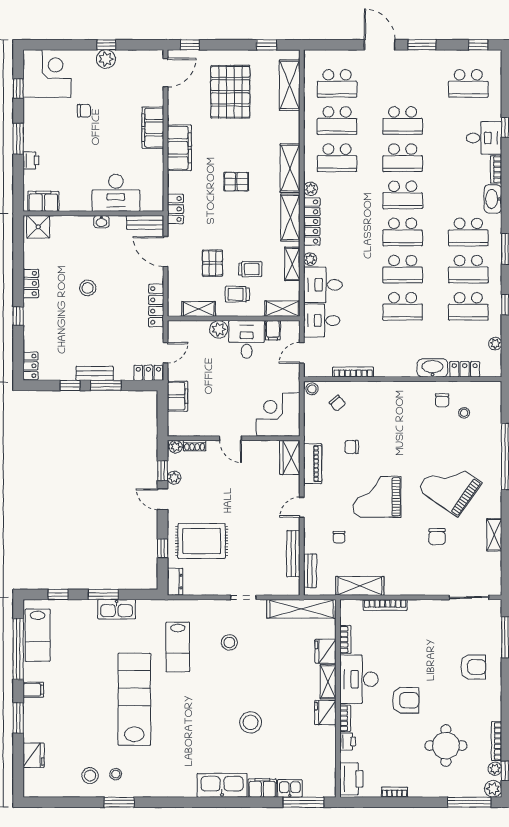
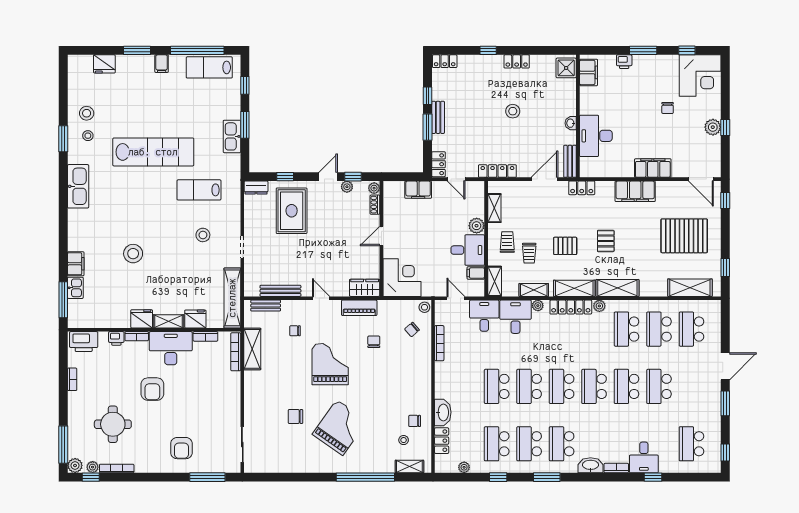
pallet: (212, 263) -> (565, 246), moved
shelving: (494, 535) -> (409, 467), moved
bookcase: (385, 605) -> (236, 352), moved
kitchen sink: (222, 785) -> (78, 186), moved

